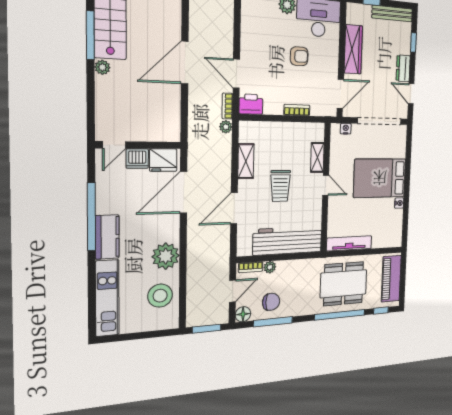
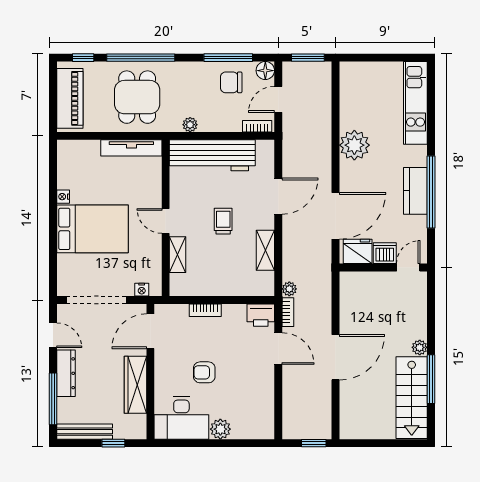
window: (413, 42) -> (53, 399), width x2.17
dresser: (403, 68) -> (66, 373), width x1.44
trolley: (280, 186) -> (223, 221), width x0.73, depth x0.72
kitchen counter: (107, 237) -> (415, 191), moved
plant: (270, 267) -> (190, 125), moved
dining table: (344, 284) -> (137, 97), width x0.73
stool: (160, 296) -> (360, 101), removed

